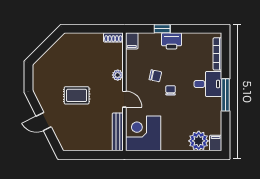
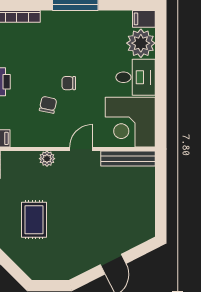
desk: (208, 84) -> (136, 77), moved, turned 90
rug: (77, 95) -> (34, 220), moved

